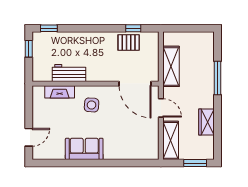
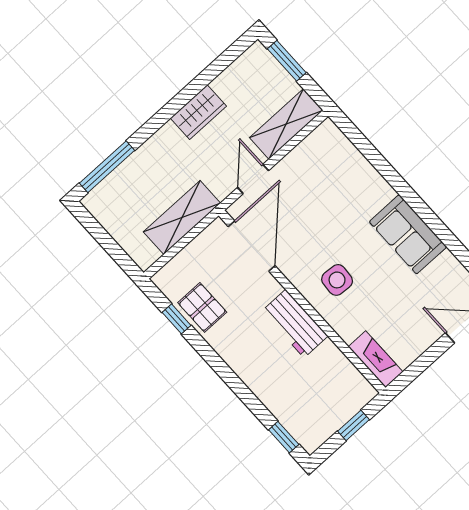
window: (29, 49) -> (353, 425), moved
workbench: (69, 73) -> (295, 324), moved
window: (217, 78) -> (107, 167), moved
fireplace: (60, 92) -> (376, 359), moved
wardrobe: (206, 122) -> (198, 112), moved

